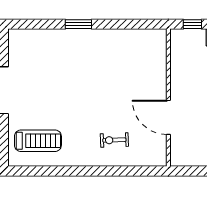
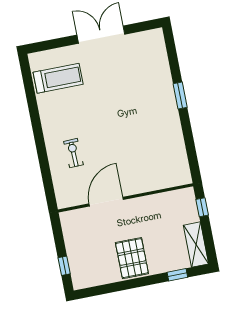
treadmill: (38, 141) -> (58, 78), turned -90

